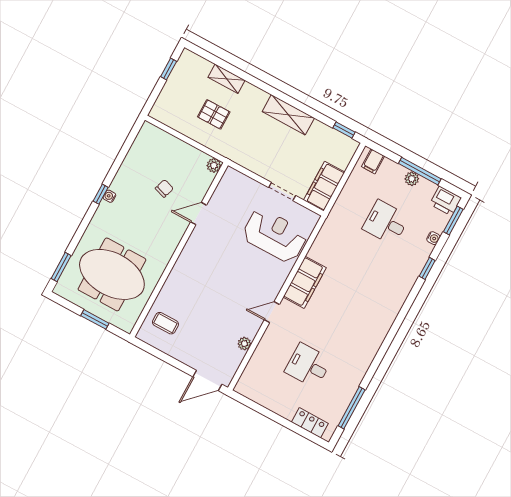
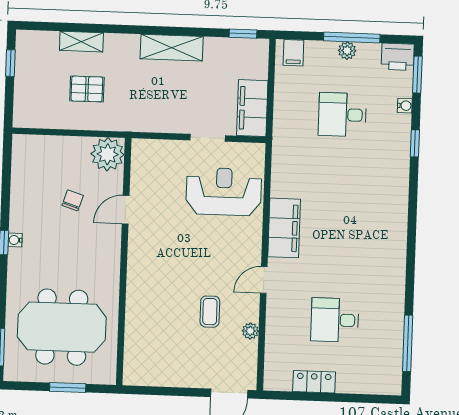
plant: (214, 165) -> (108, 154), width x1.88, depth x1.88
coffee table: (165, 323) -> (210, 312), moved, turned 90
locker: (310, 423) -> (314, 382), moved

